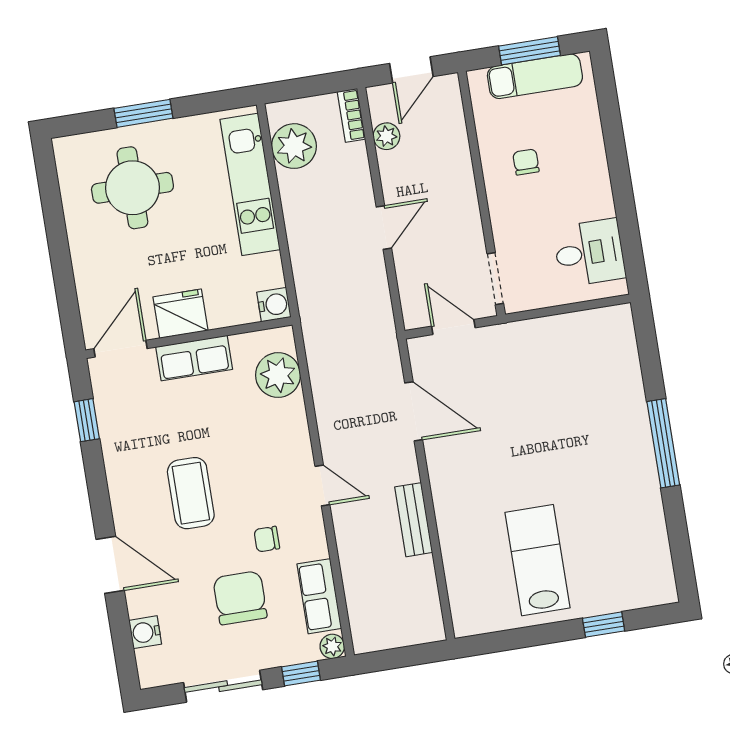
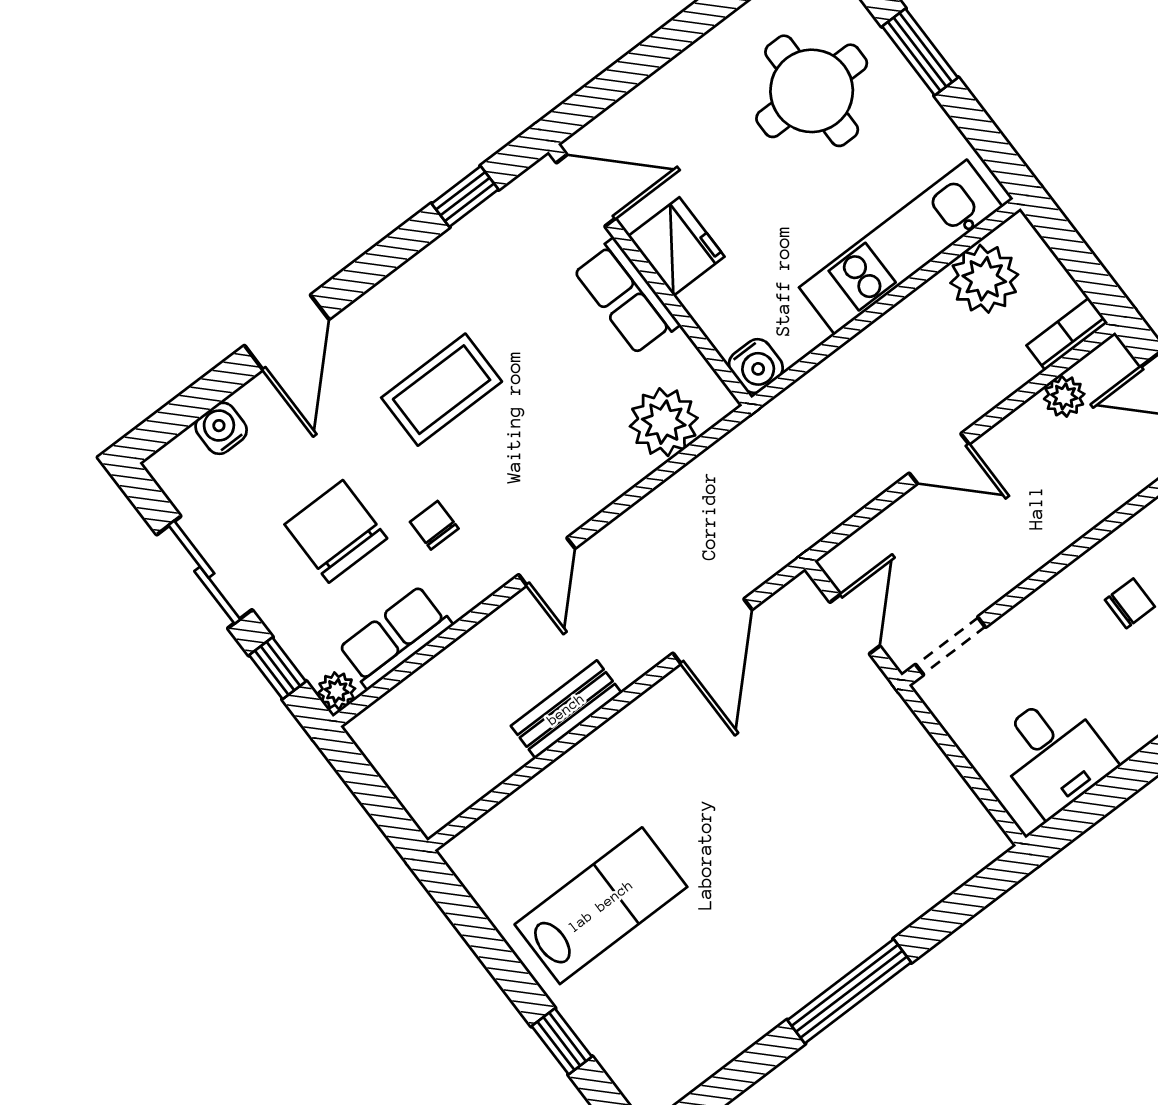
chair: (240, 598) -> (336, 531), turned -90

